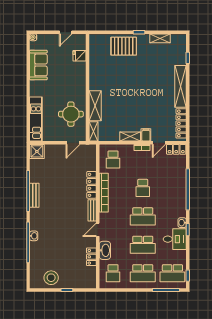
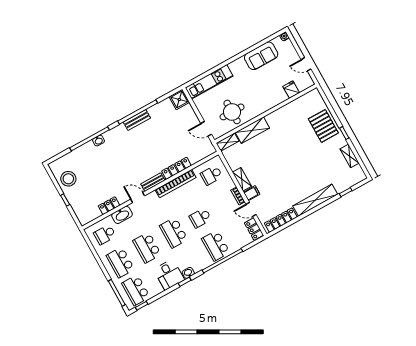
school desk: (172, 188) -> (216, 246), added

